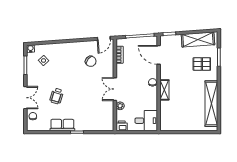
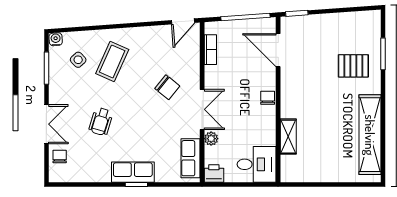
shelving: (198, 39) -> (346, 23), removed
coffee table: (63, 61) -> (112, 61), added
chair: (91, 61) -> (167, 87), moved
double door: (115, 89) -> (202, 109), swing flipped
shelving: (164, 90) -> (288, 137), moved
row of seats: (108, 117) -> (191, 158), added
row of seats: (62, 125) -> (133, 172), moved

